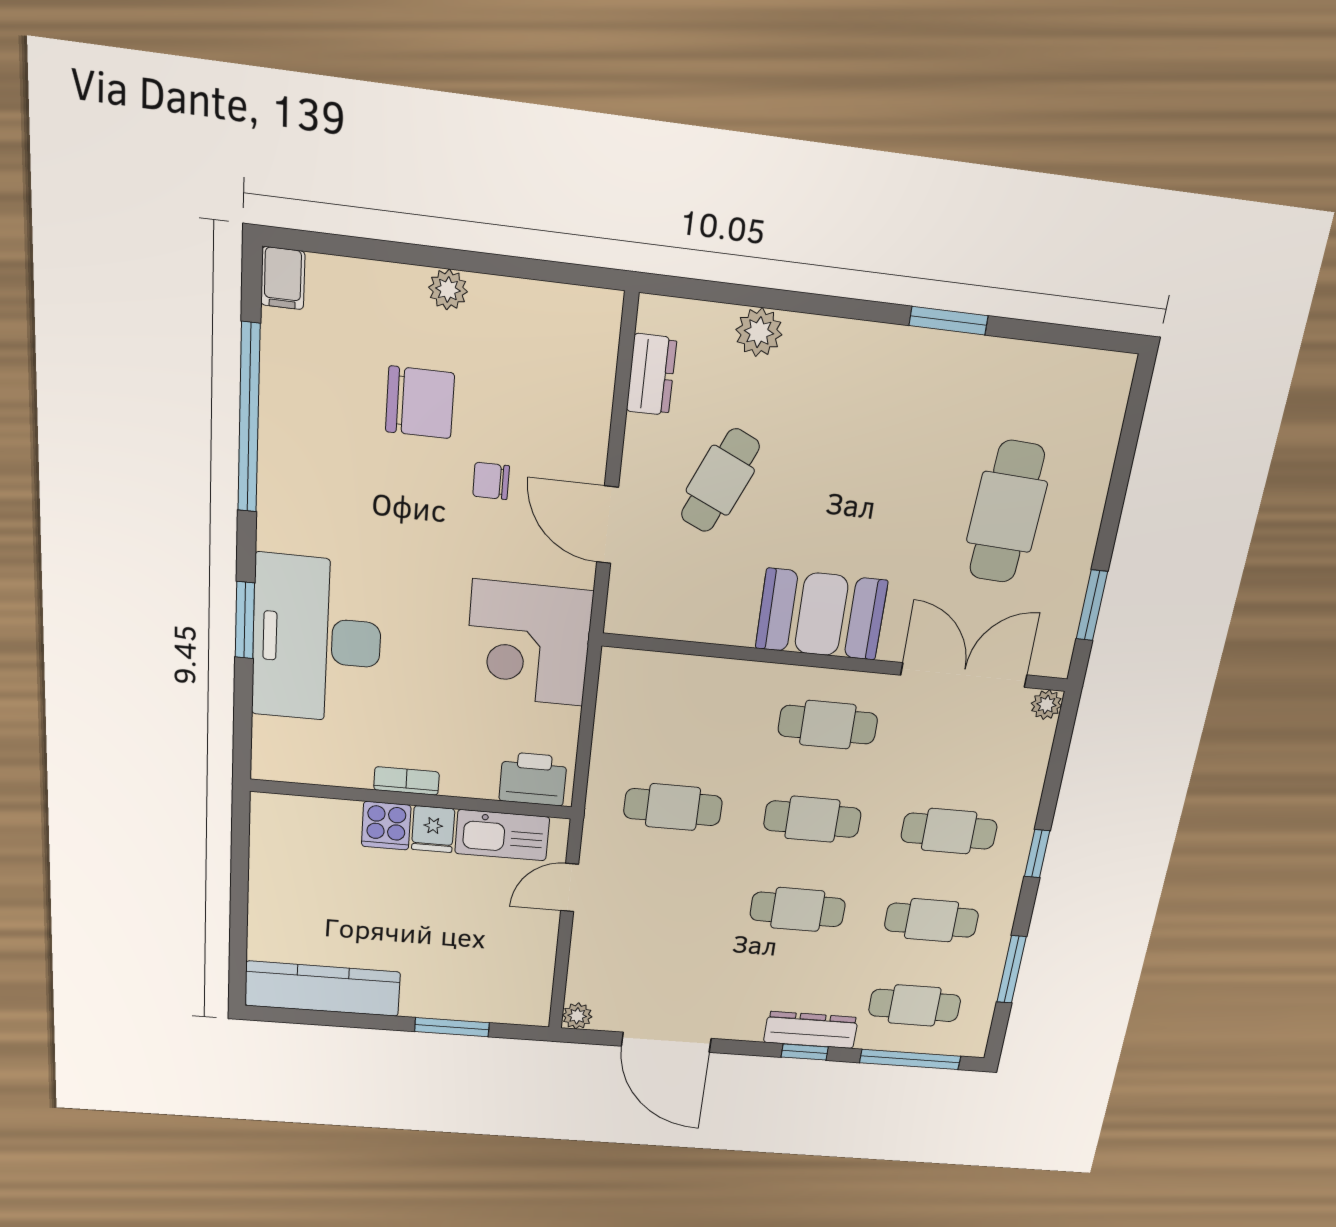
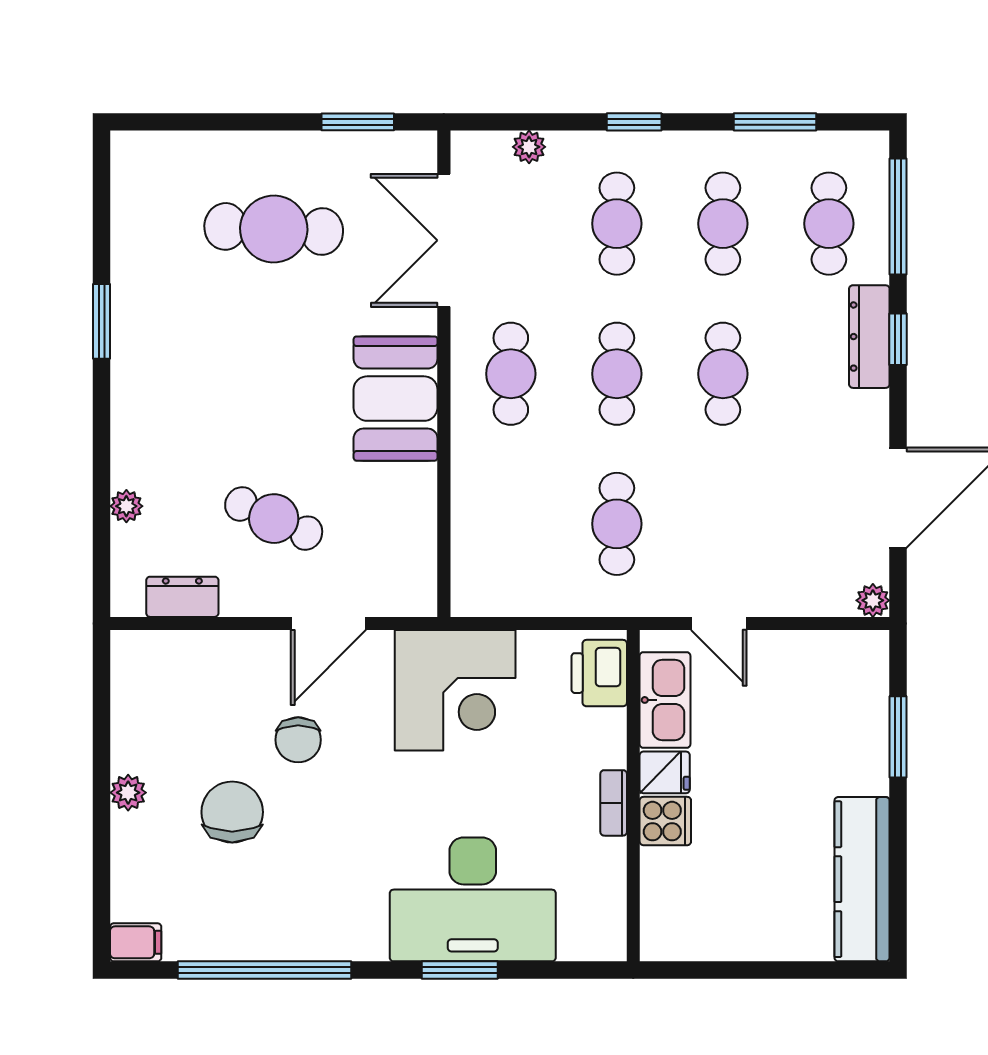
plant: (759, 332) -> (126, 506), width x0.73, depth x0.73
chair: (491, 481) -> (298, 740), width x1.37, depth x1.37
plant: (1046, 705) -> (529, 147), moved

